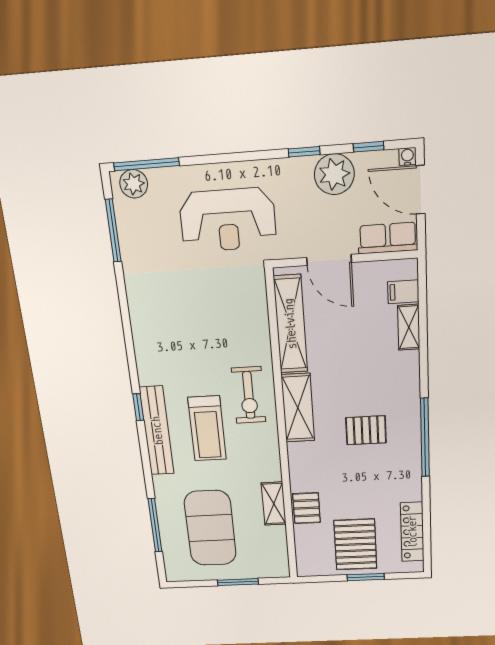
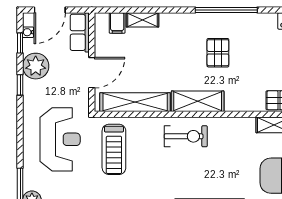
water cooler: (407, 156) -> (28, 32), moved
treadmill: (207, 429) -> (114, 149), moved, turned 90

